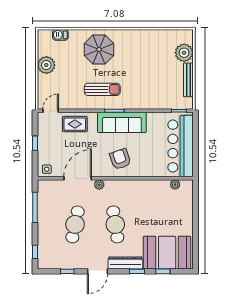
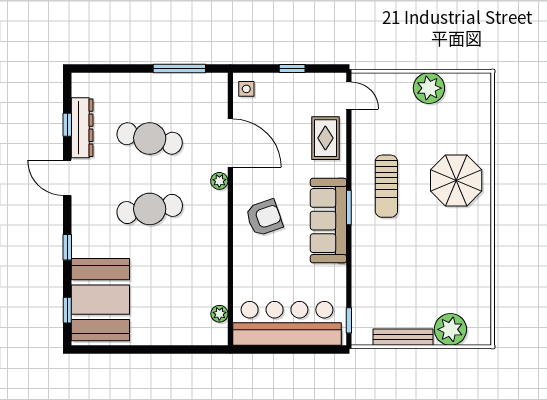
barbecue: (60, 35) -> (482, 113), removed
window: (35, 252) -> (102, 68), removed
dresser: (125, 263) -> (82, 128), moved
window: (163, 271) -> (67, 310), moved

